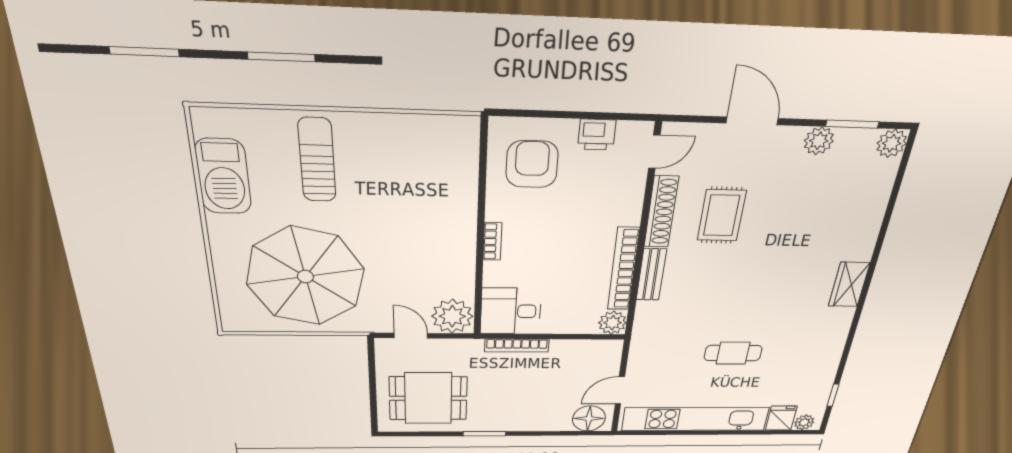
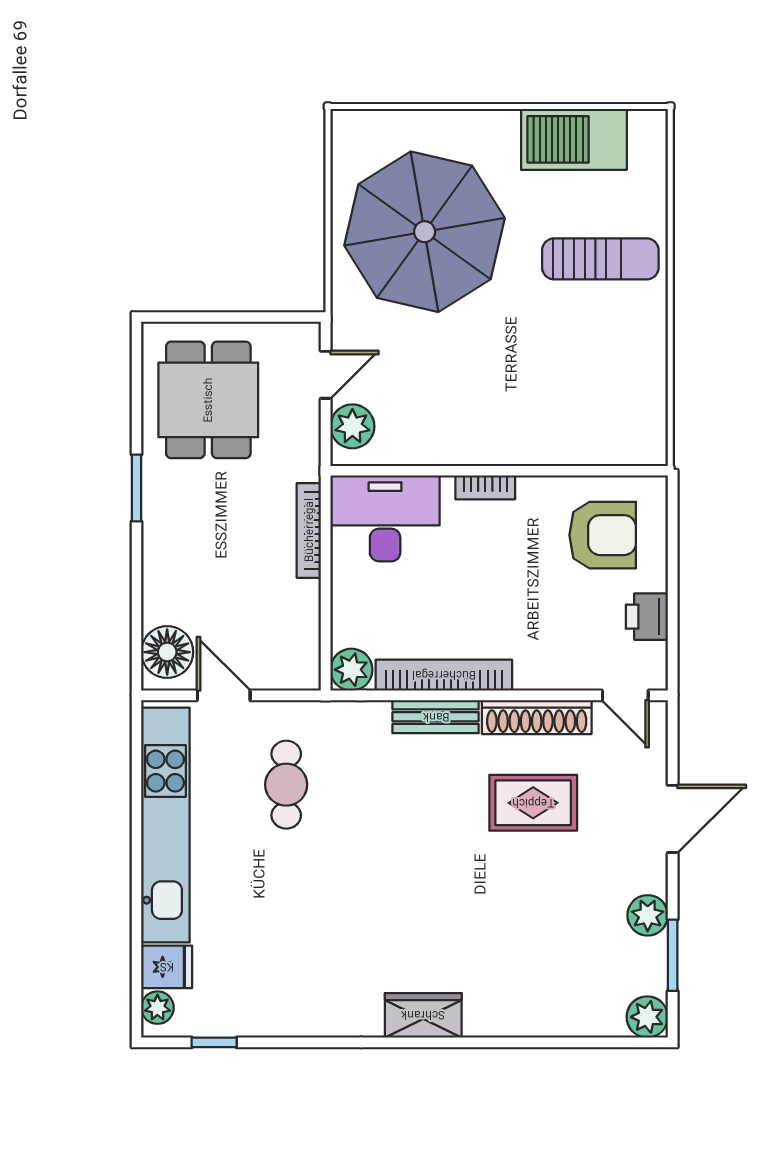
desk: (511, 311) -> (385, 518), width x1.37
plant: (452, 316) -> (352, 426), width x0.73, depth x0.73
cafe table: (733, 353) -> (286, 785), moved

